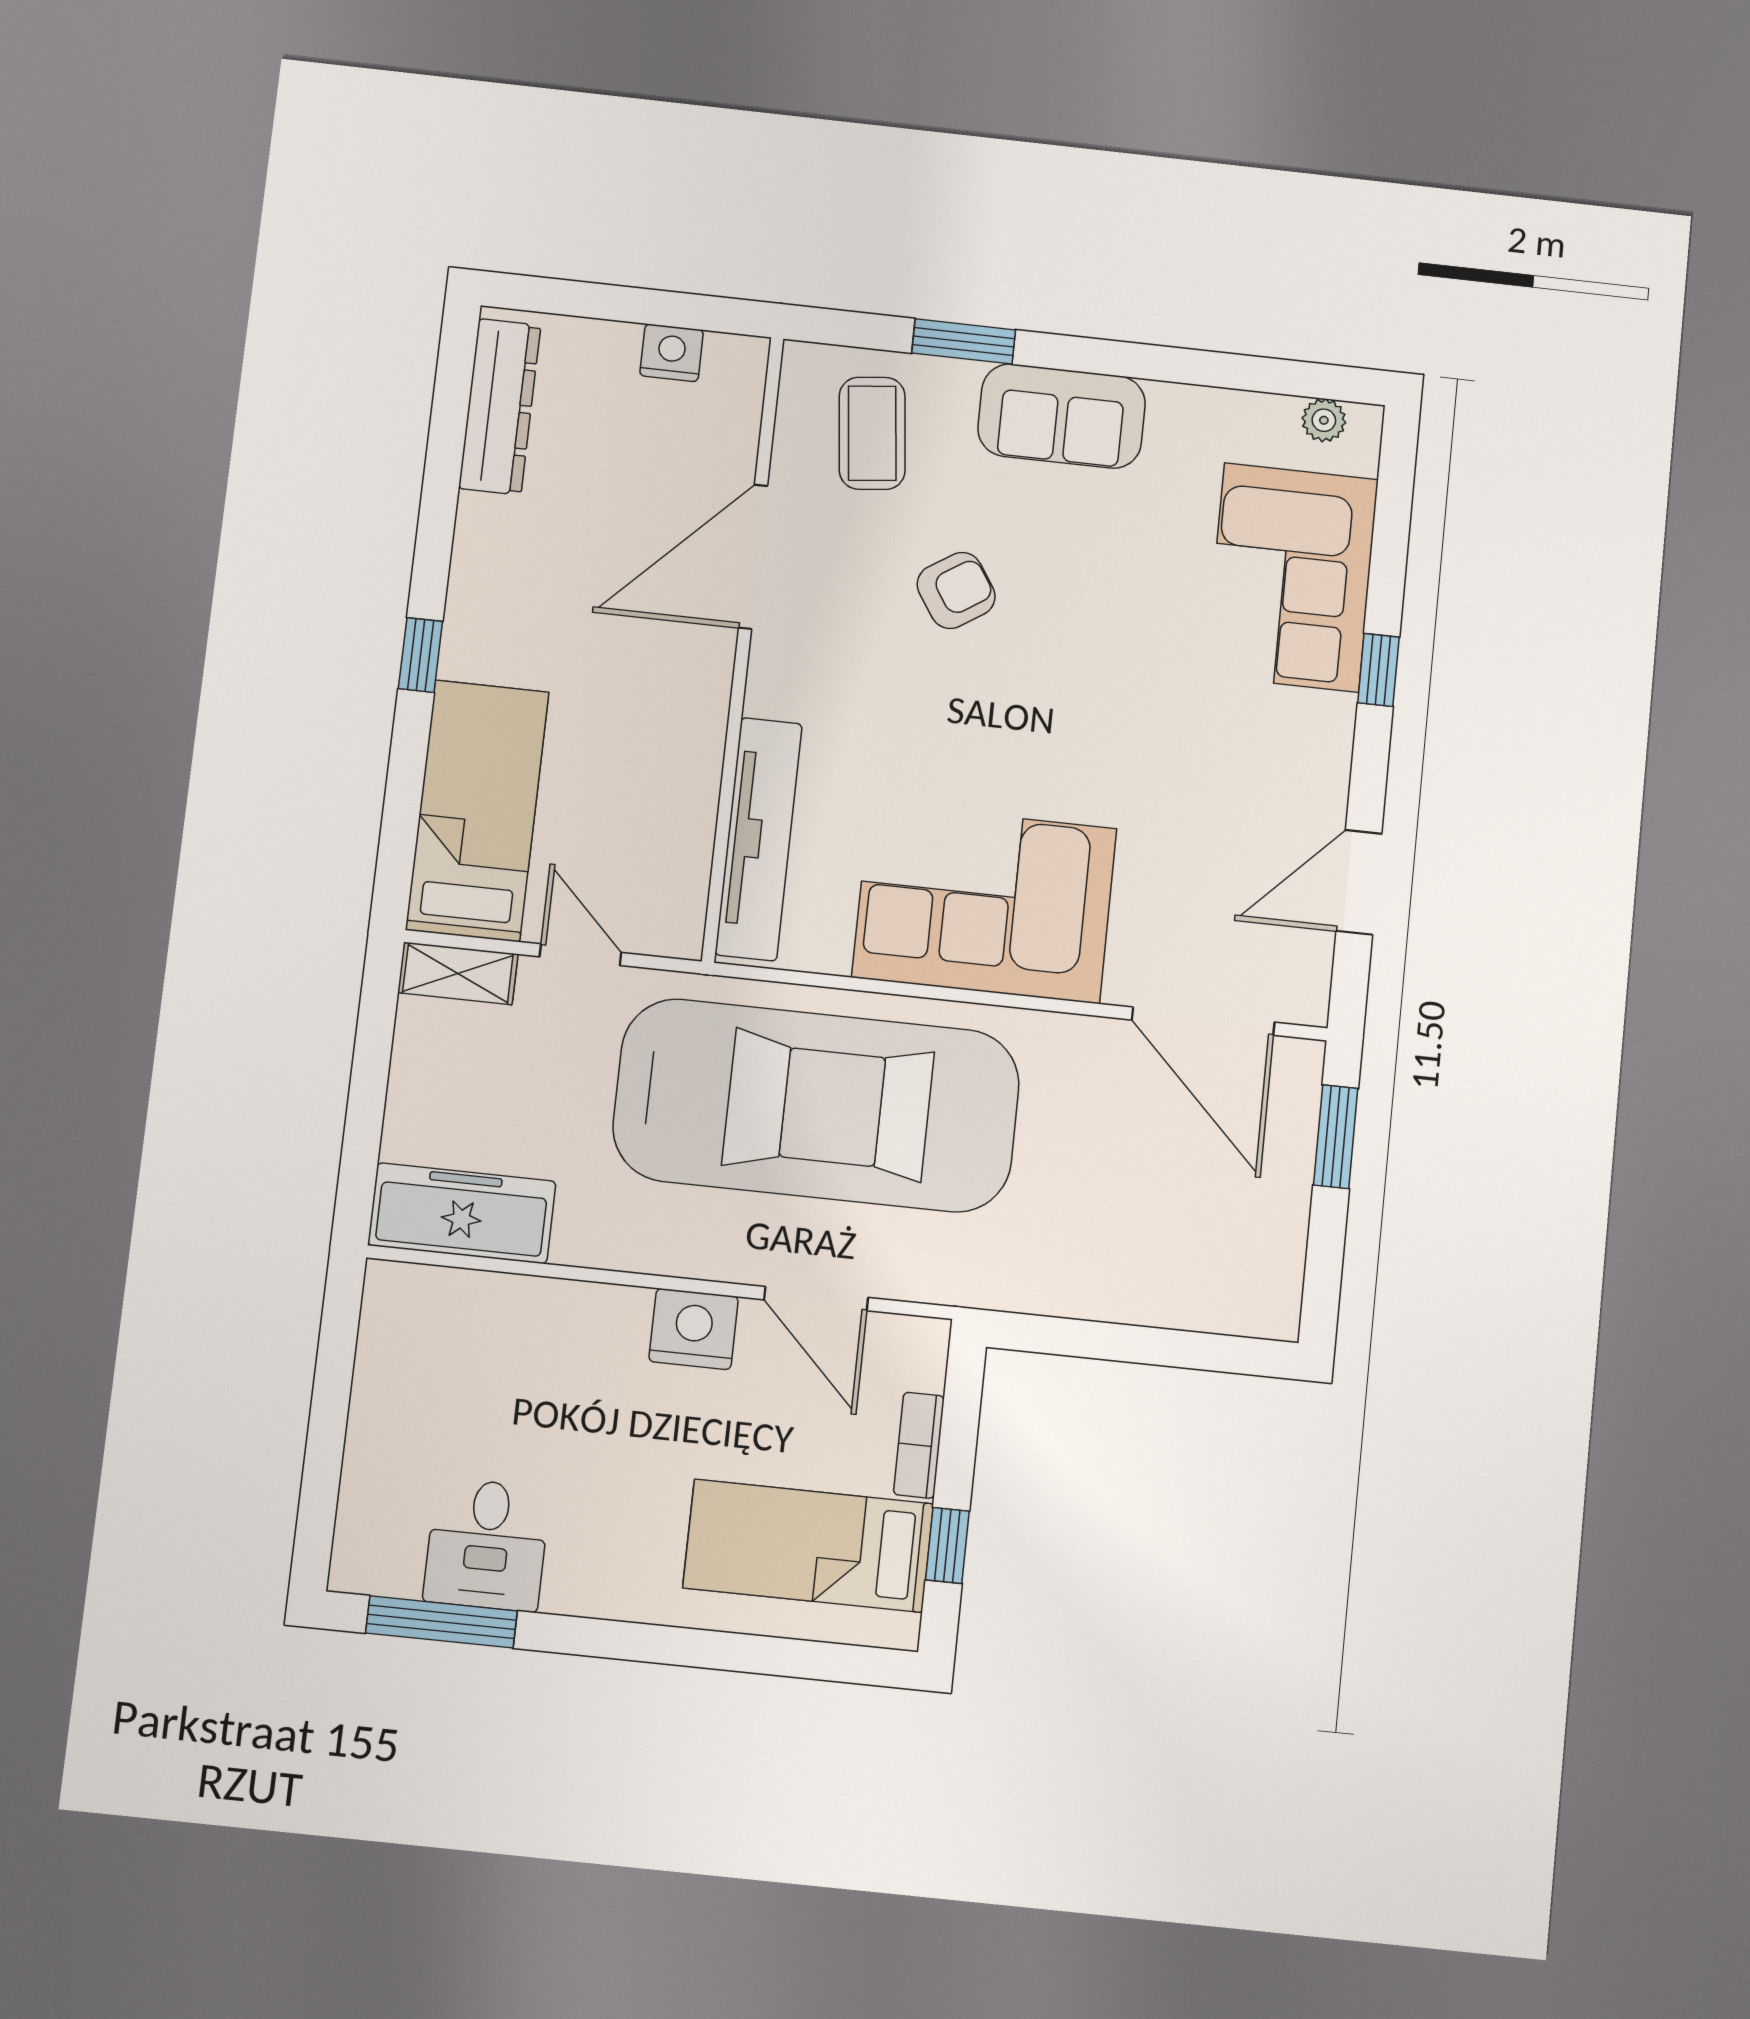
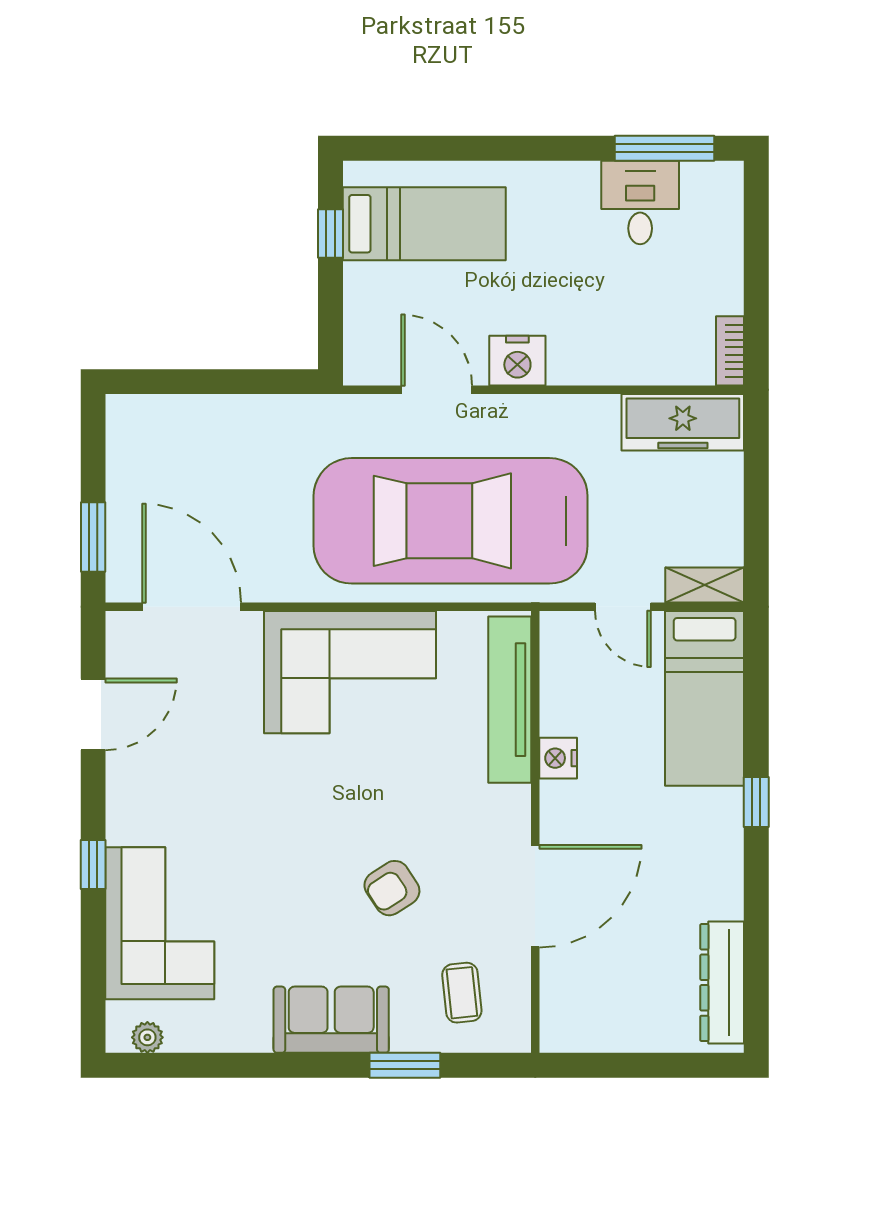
nightstand: (672, 353) -> (558, 758), moved, turned 90
coffee table: (872, 433) -> (462, 993), width x0.73, depth x0.77
bookcase: (919, 1445) -> (730, 351), moved, turned 180

